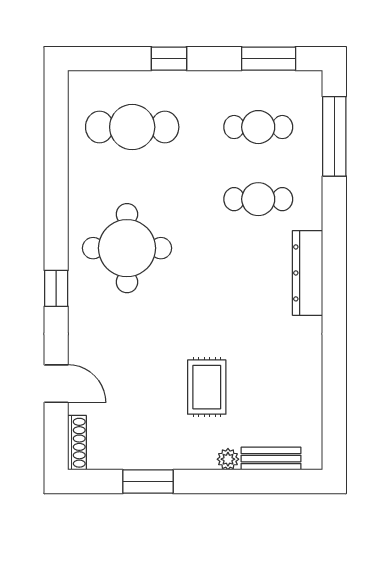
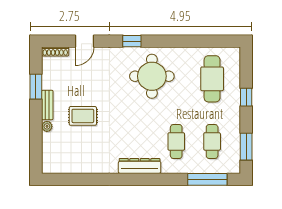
bench: (271, 459) -> (47, 105), moved

